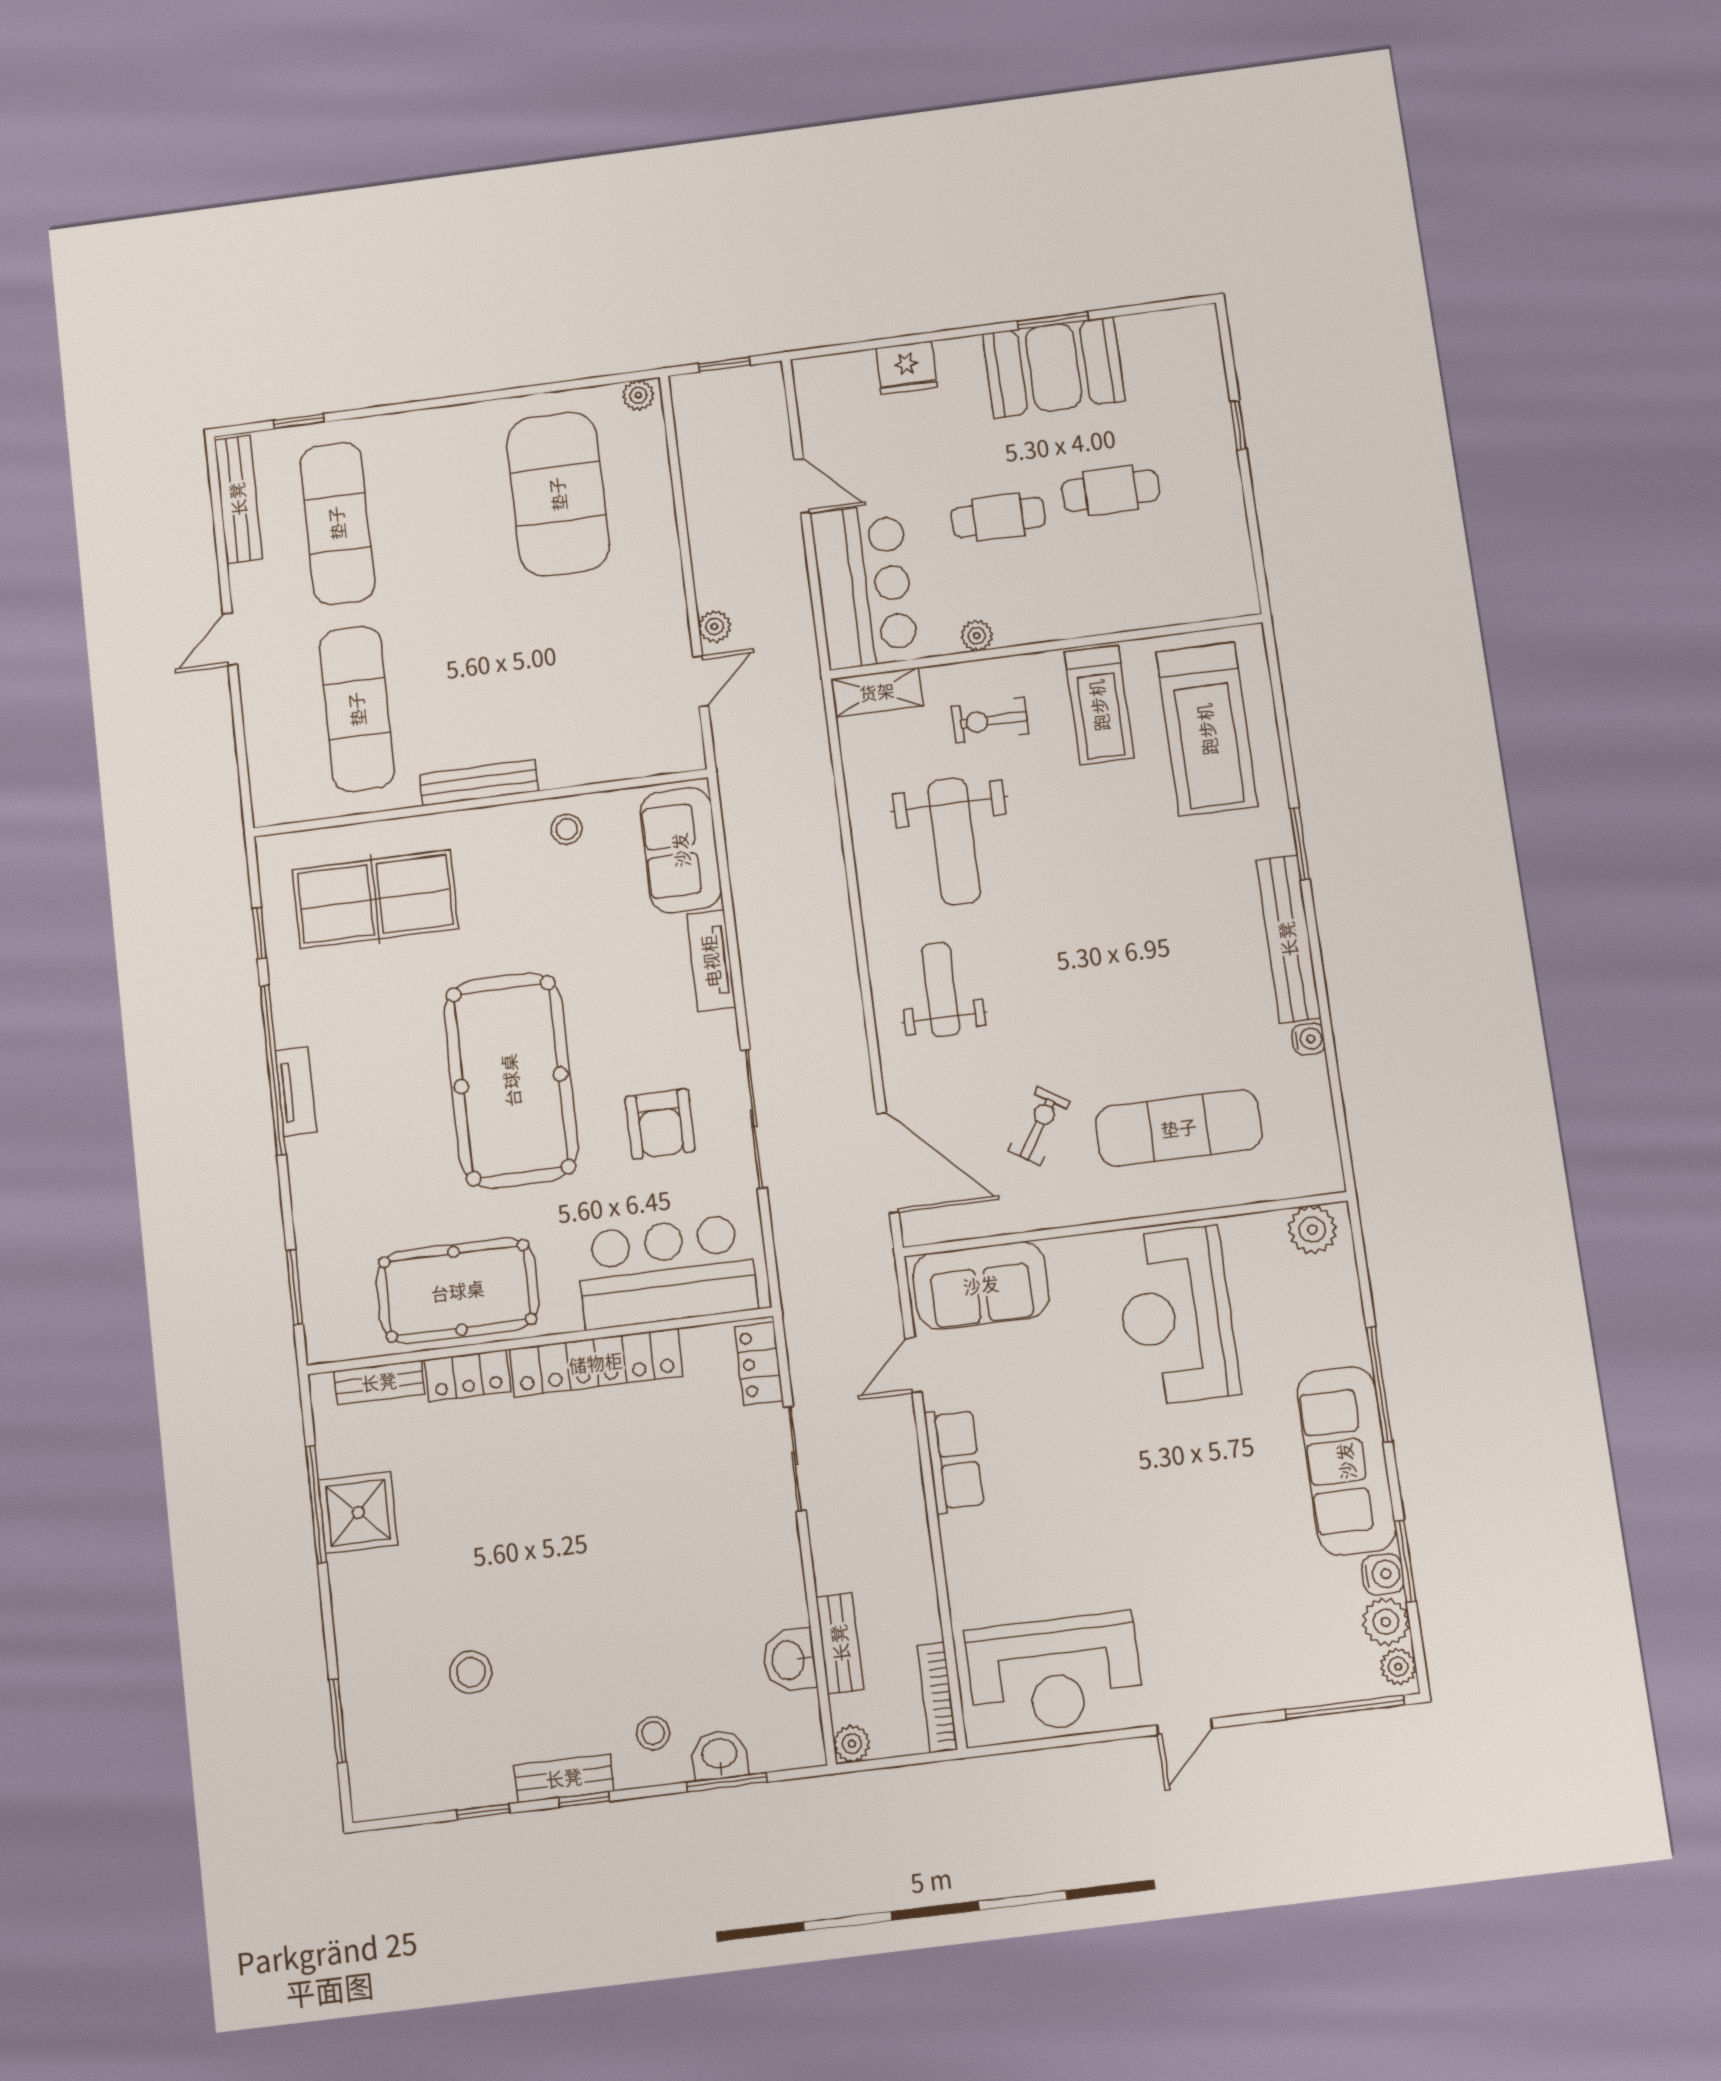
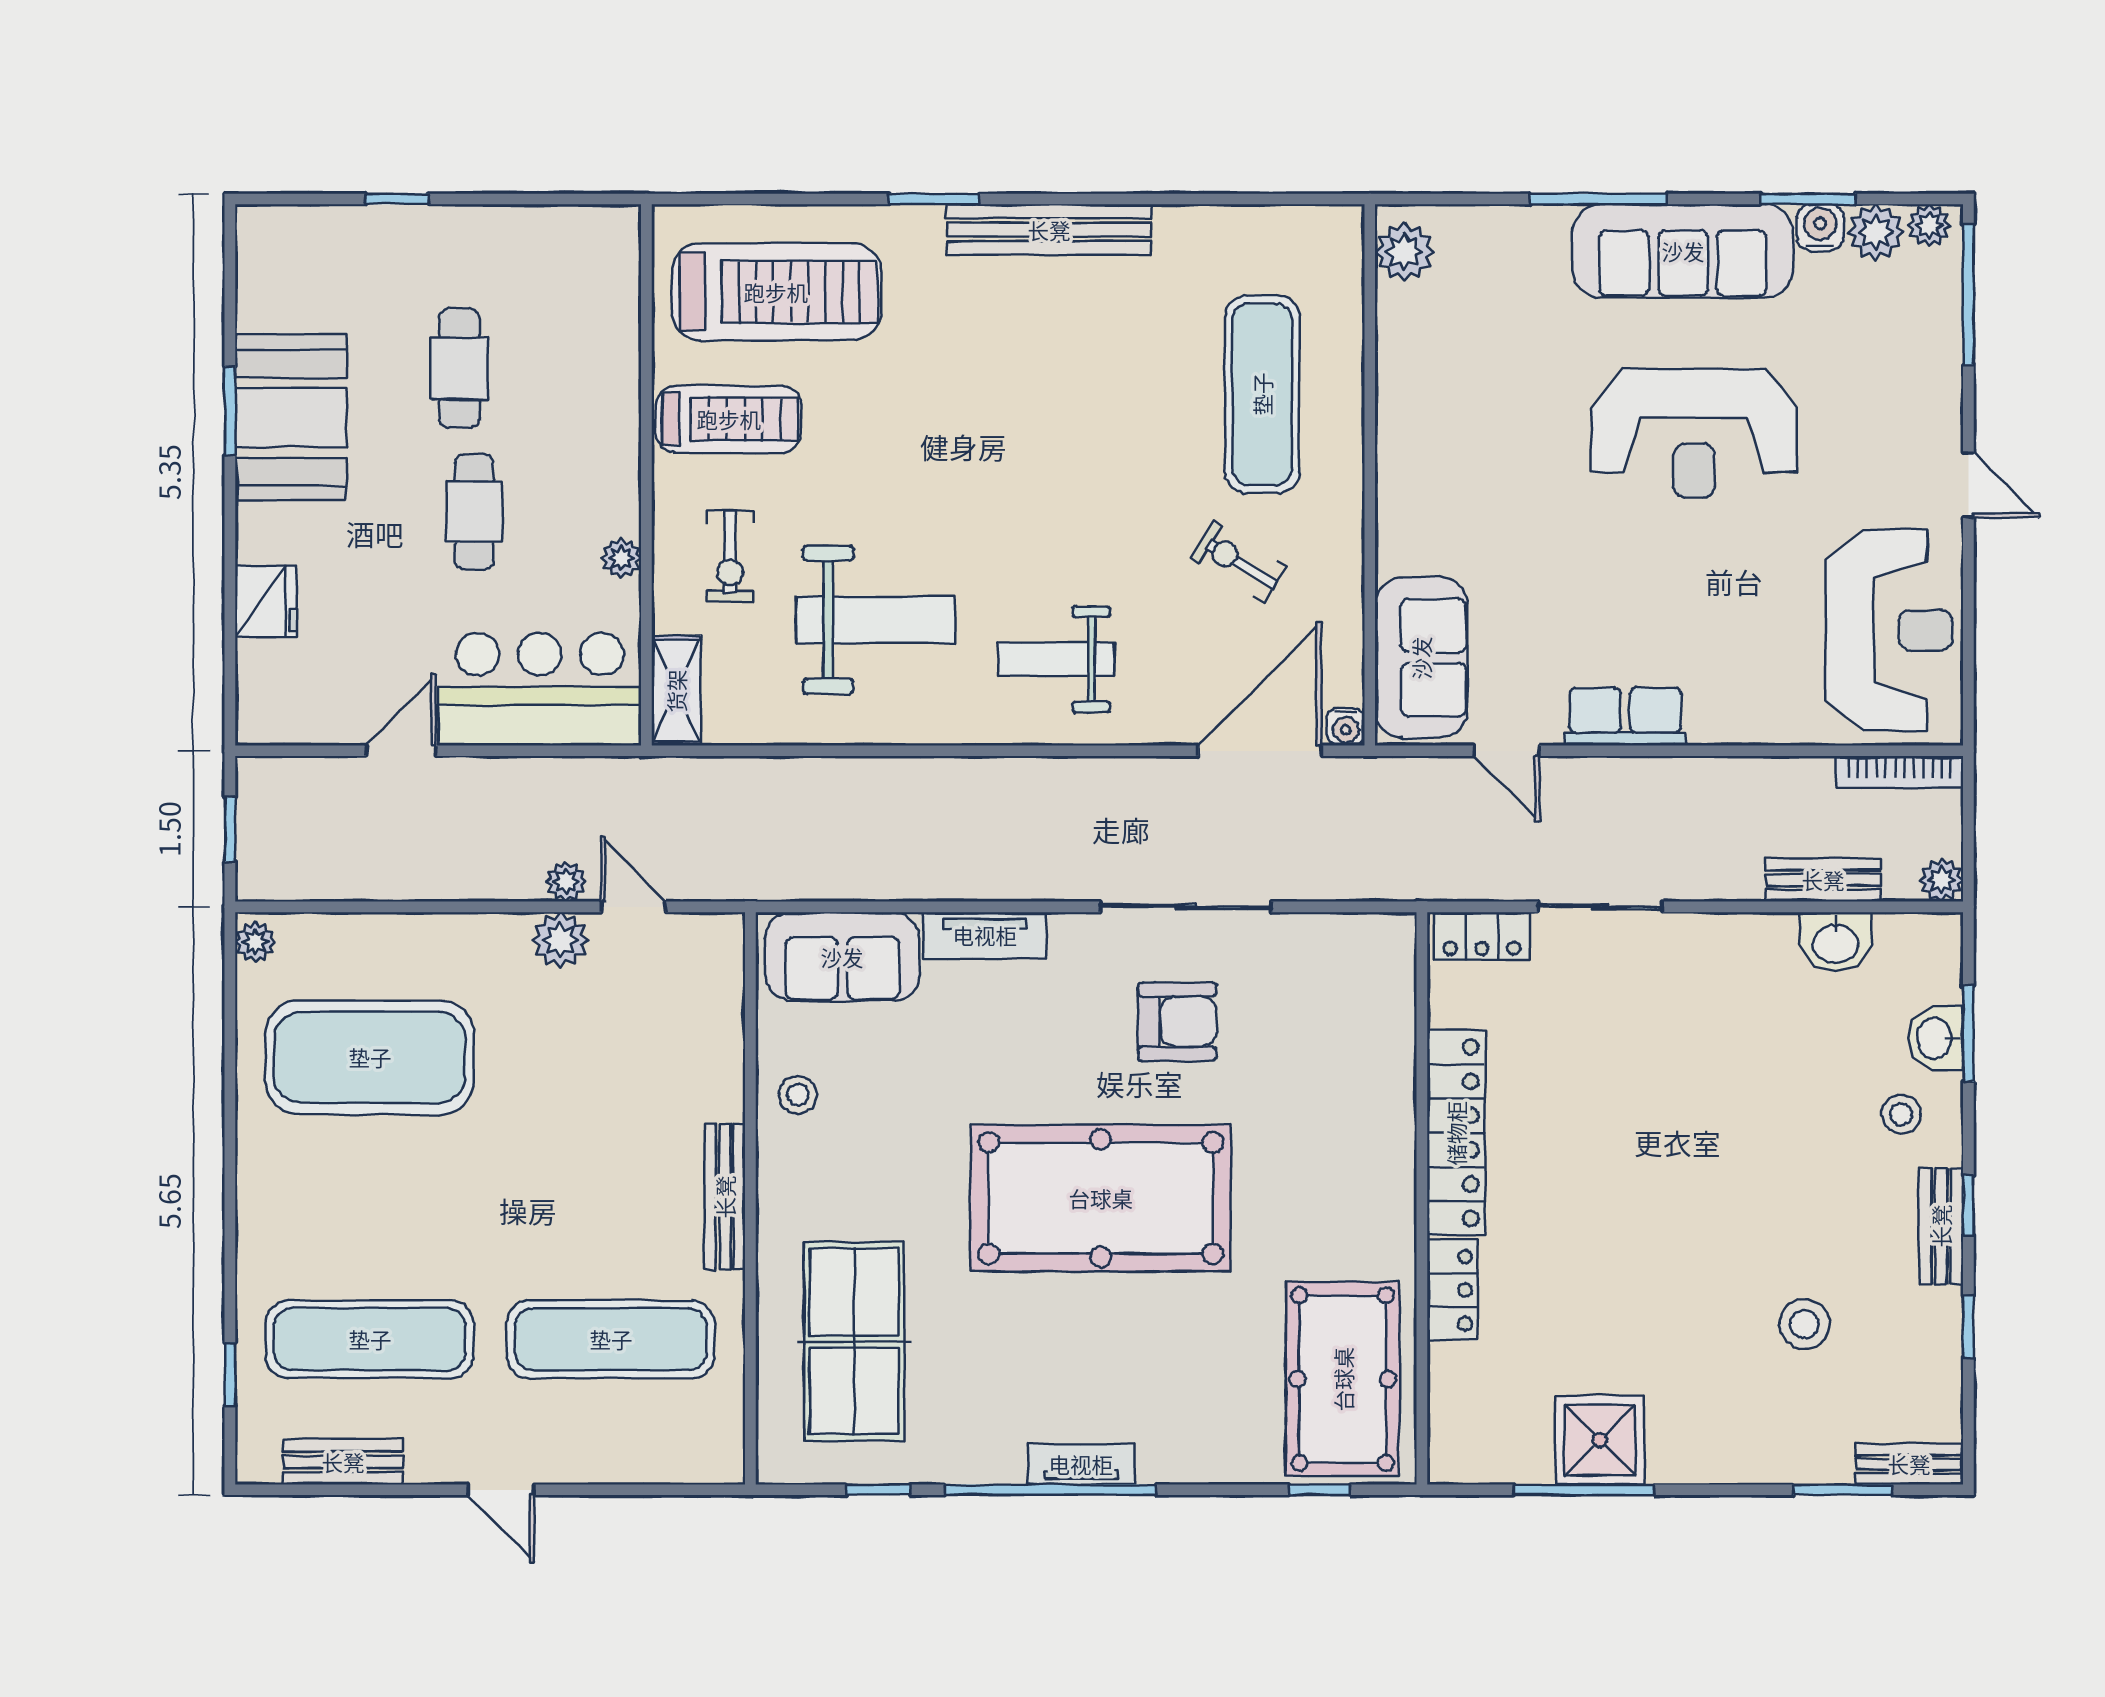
bench: (238, 499) -> (343, 1462), width x0.73
plant: (668, 628) -> (560, 940), added
water cooler: (1309, 1039) -> (1346, 727), moved, turned 180
bar counter: (667, 1272) -> (1358, 1034), removed
window: (295, 1287) -> (1320, 1490), width x0.67
pool table: (458, 1291) -> (1343, 1379), moved
reception desk: (1176, 1316) -> (1694, 433), moved
bench: (379, 1382) -> (1909, 1464), moved, turned 90

